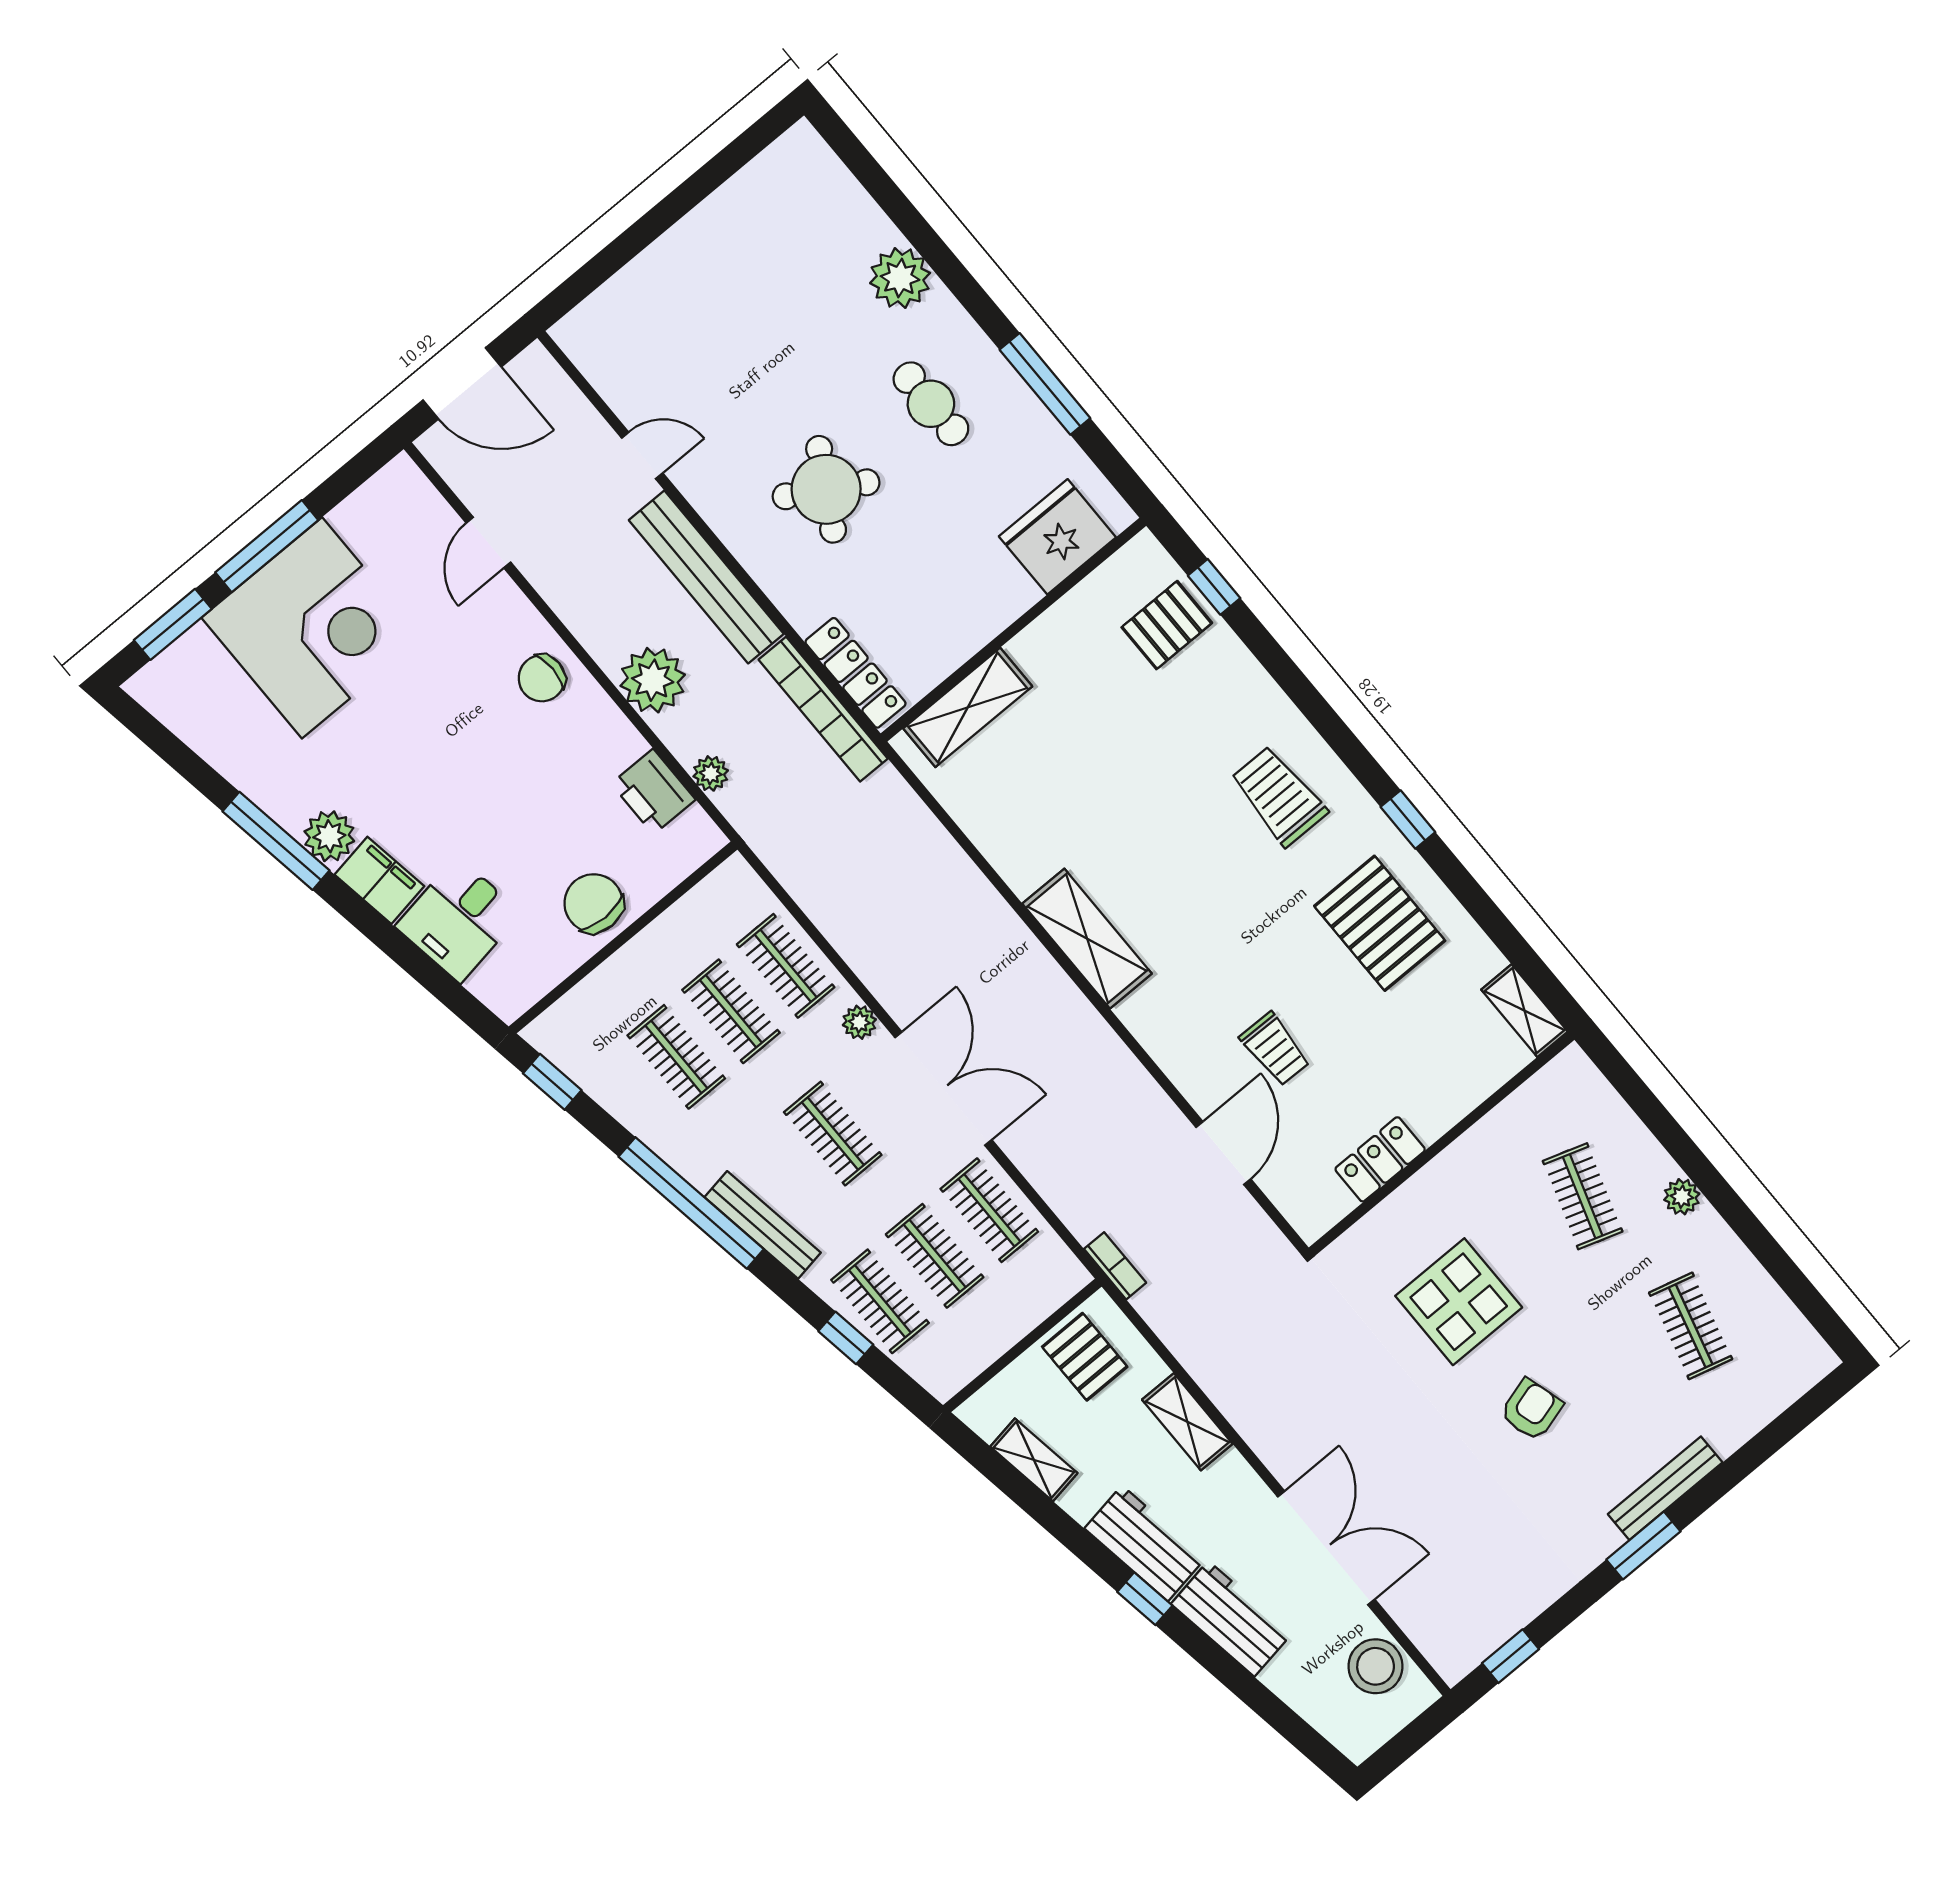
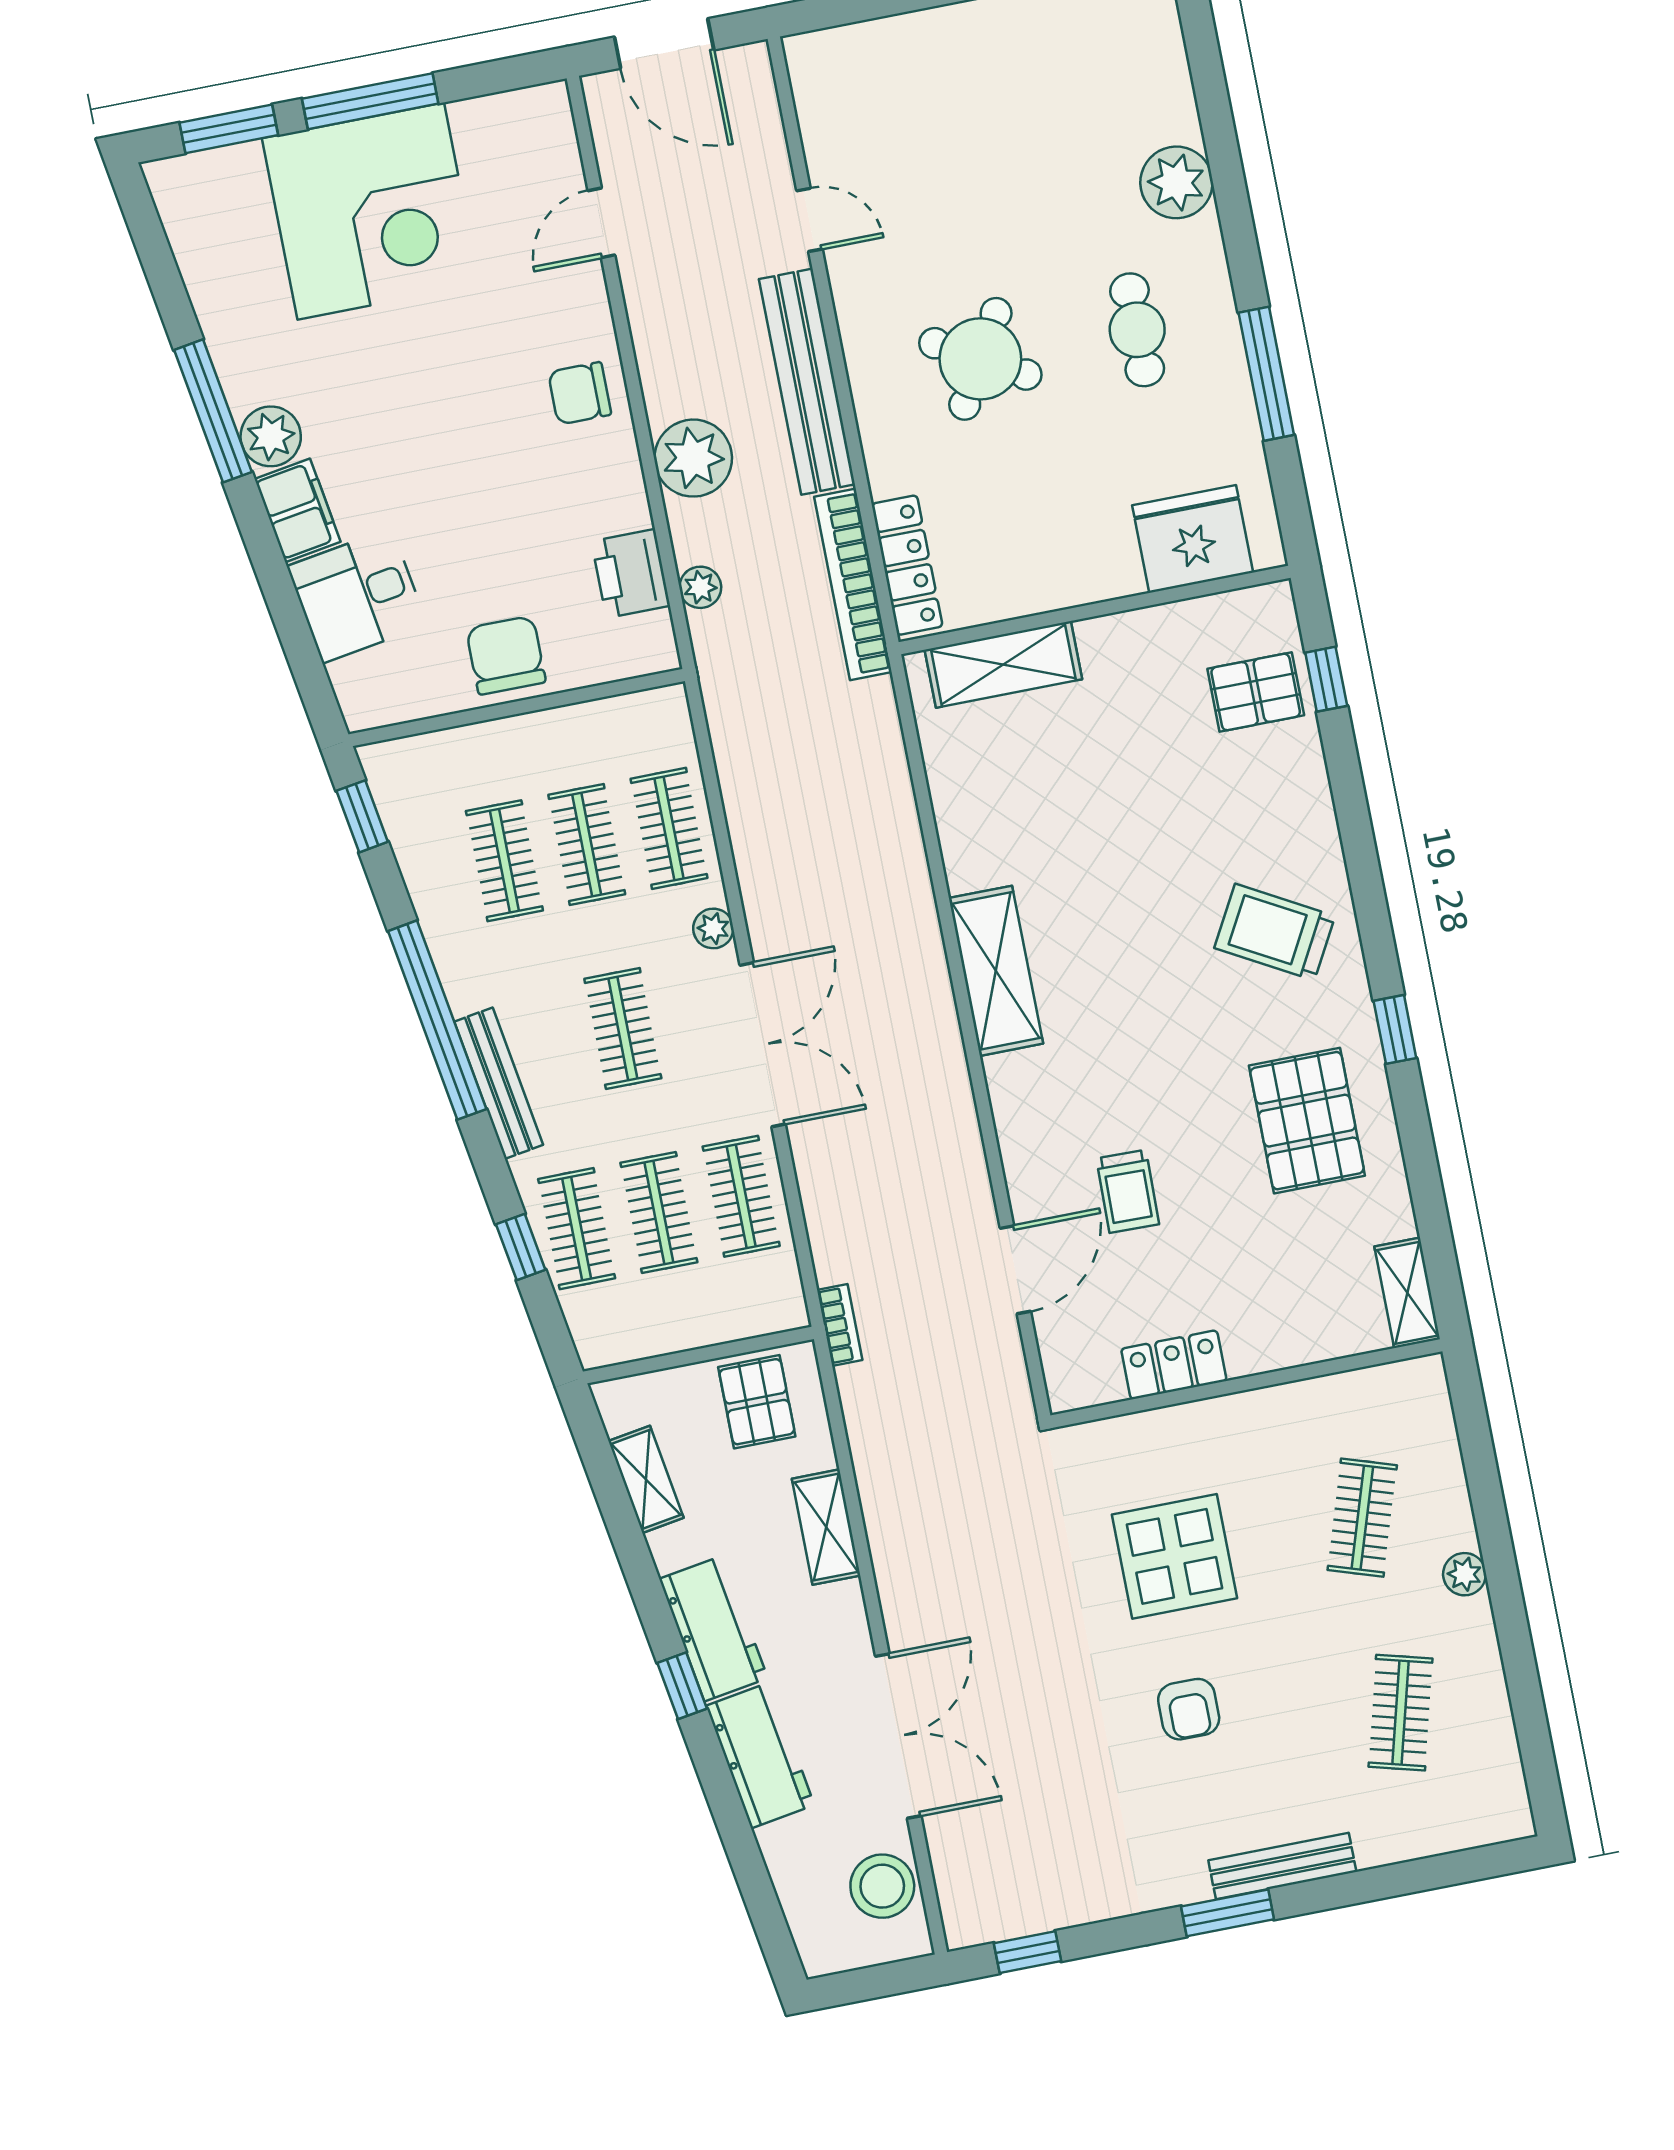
trolley: (1279, 796) -> (1275, 932), turned -61
armchair: (1531, 1410) -> (1189, 1709), turned 106

